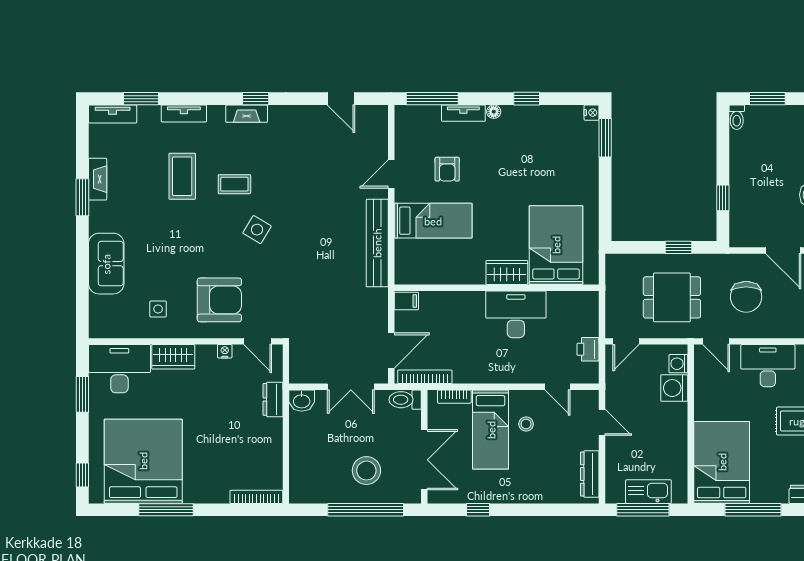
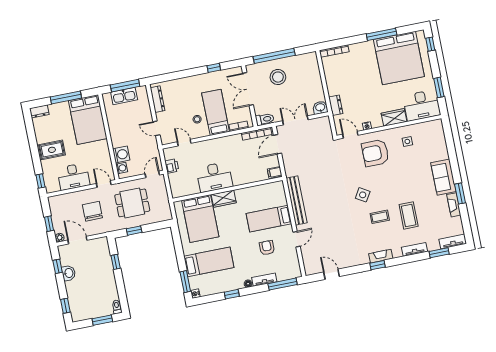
bed: (556, 165) -> (209, 262), added
sofa: (106, 264) -> (443, 177), moved

